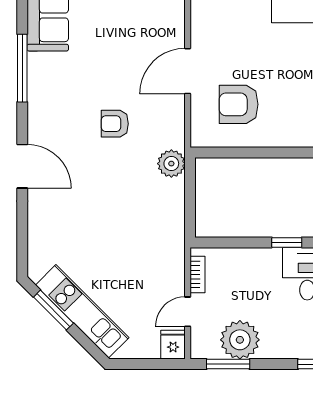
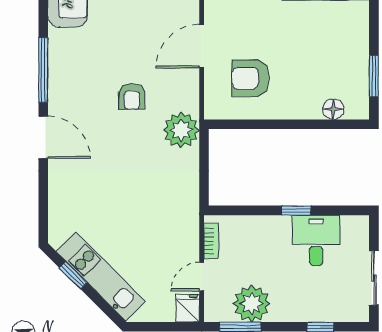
window: (22, 68) -> (43, 70), moved
armchair: (115, 124) -> (132, 97), turned -90
plant: (171, 164) -> (181, 130), width x1.36, depth x1.36
window: (53, 310) -> (73, 275), width x0.67

